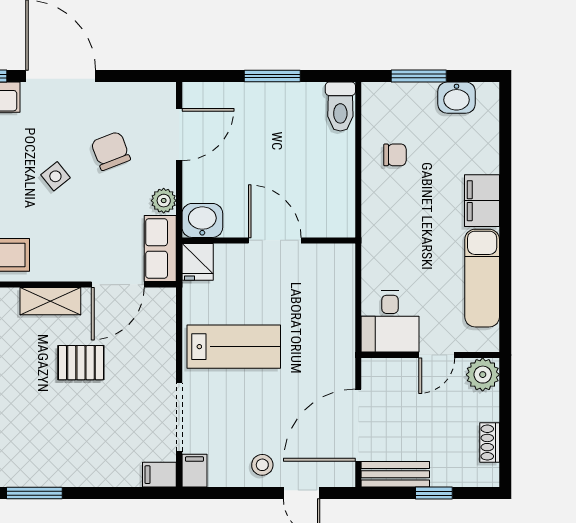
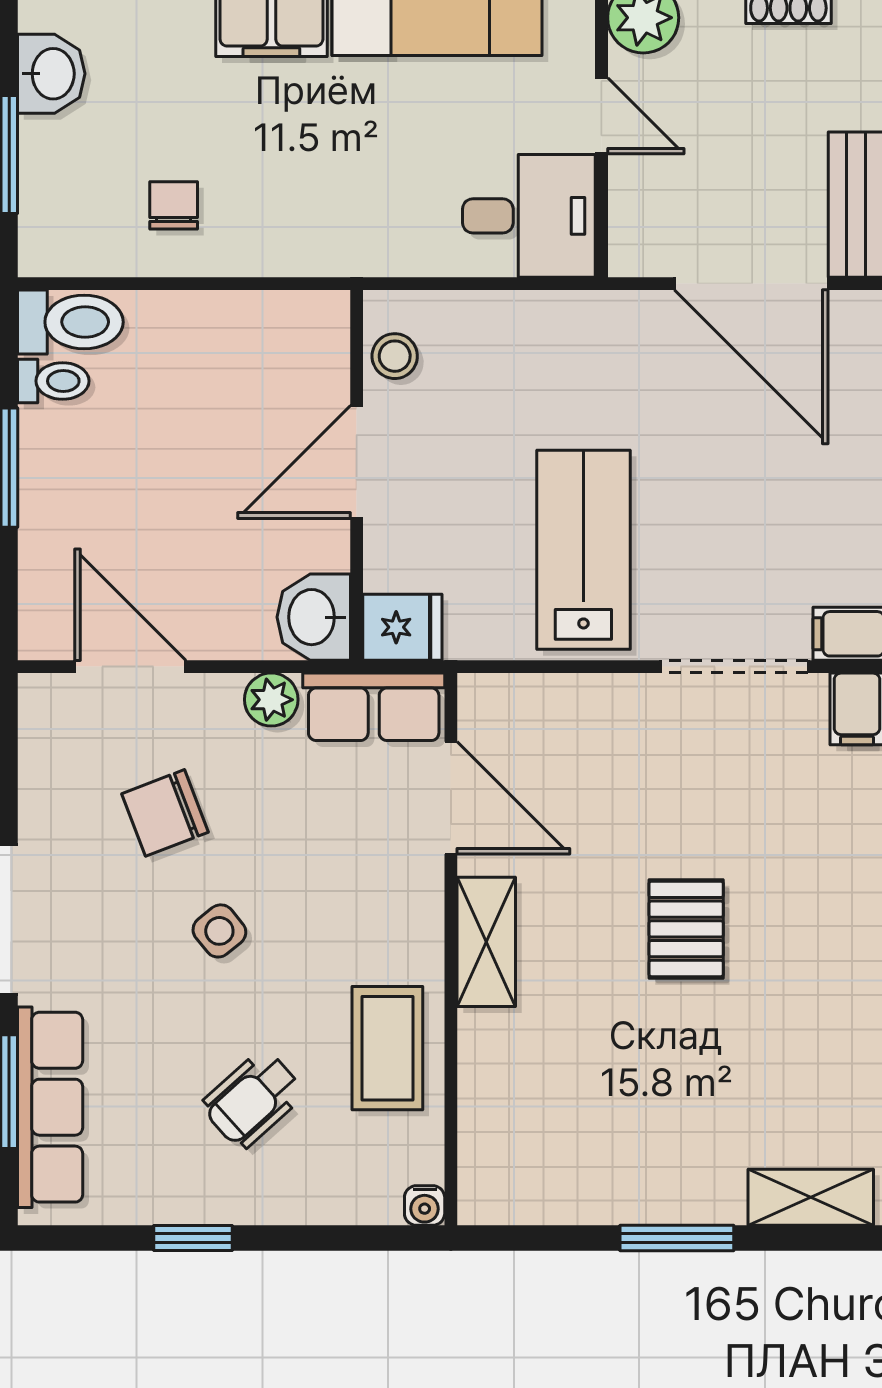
toilet: (313, 99) -> (53, 381), added
pallet: (81, 363) -> (686, 929), moved
stool: (262, 465) -> (395, 356), moved

